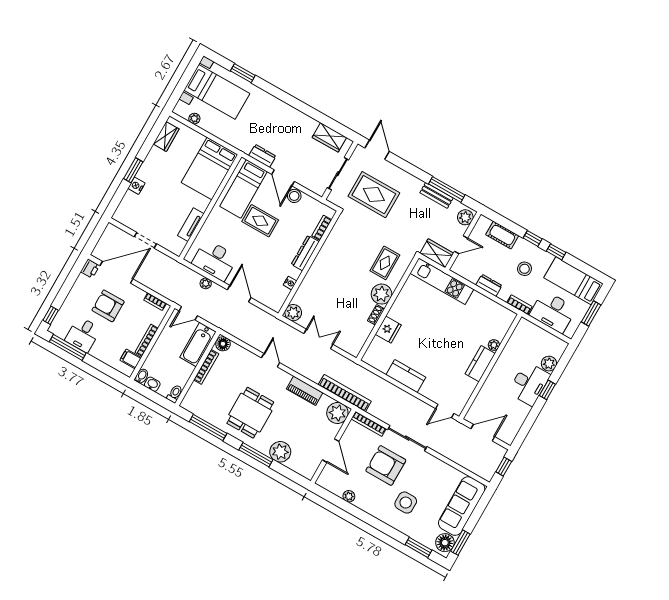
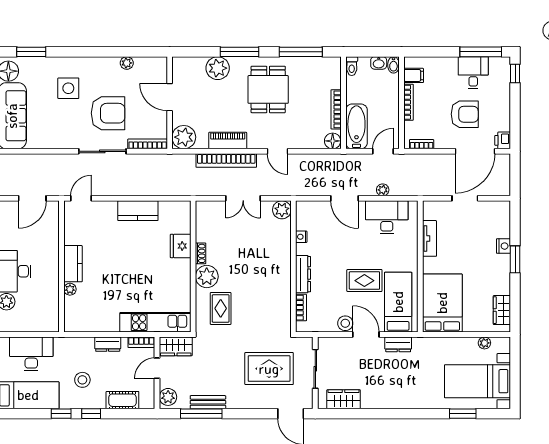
bookcase: (519, 305) -> (141, 342), moved
bookcase: (345, 393) -> (226, 161), moved

